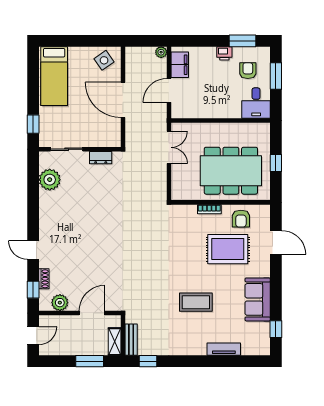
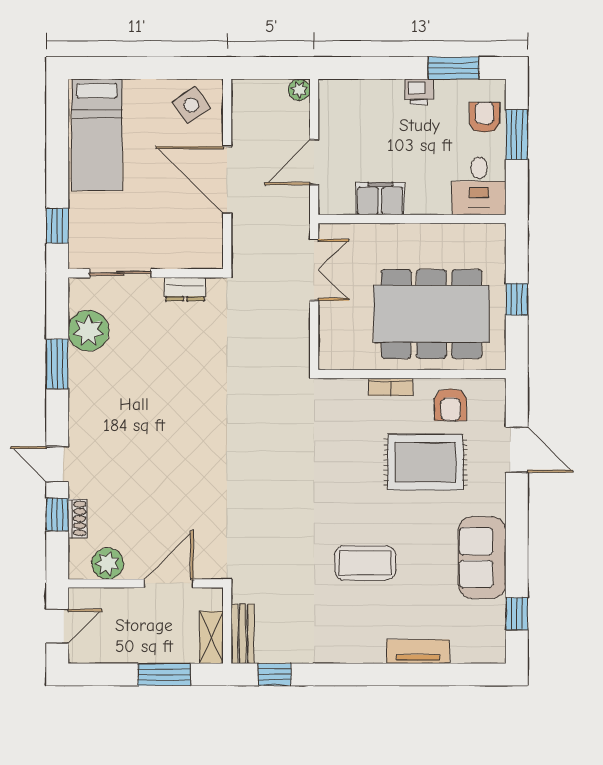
filing cabinet: (180, 65) -> (380, 199), moved, turned -90
armchair: (248, 71) -> (484, 117), moved
window: (33, 197) -> (57, 364), added
window: (33, 290) -> (57, 514), moved

